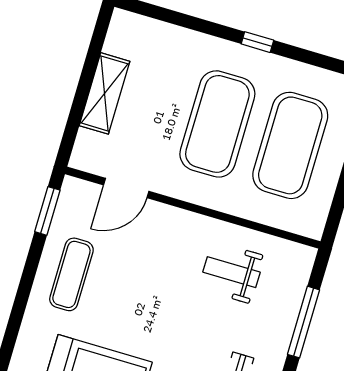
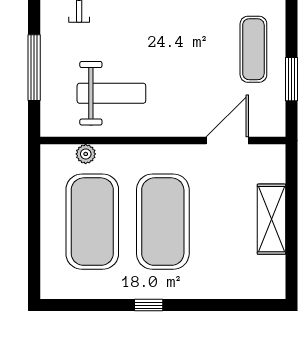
window: (47, 211) -> (292, 79), moved
plant: (276, 217) -> (86, 154), added
weight bench: (231, 272) -> (111, 93), width x1.36, depth x1.33

